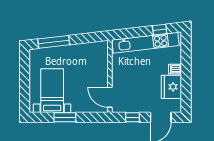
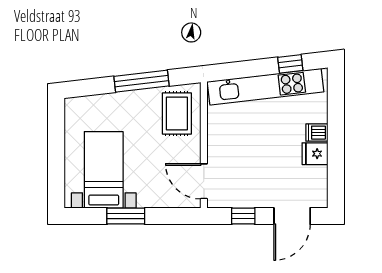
window: (54, 42) -> (141, 81), moved
rug: (94, 58) -> (177, 114), added
fridge: (171, 87) -> (315, 154), width x0.53, depth x0.75

